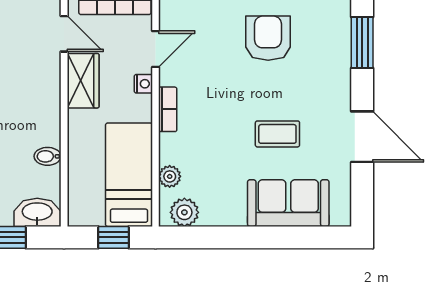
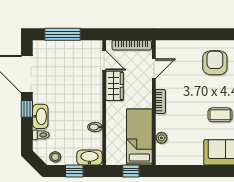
nightstand: (143, 84) -> (147, 88), removed
plant: (184, 212) -> (169, 157), removed

